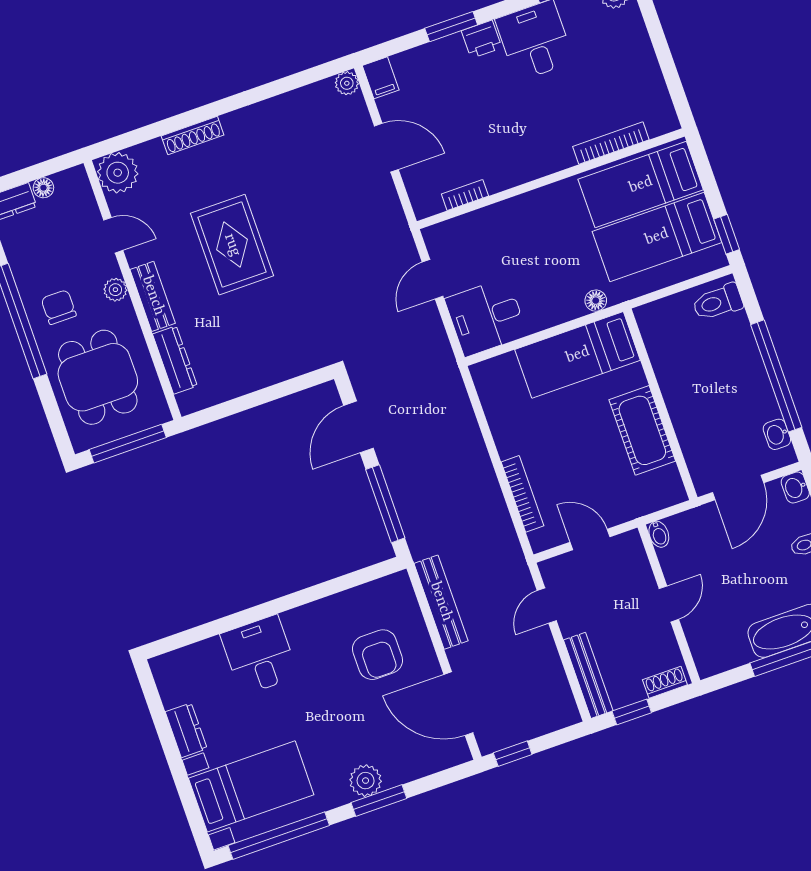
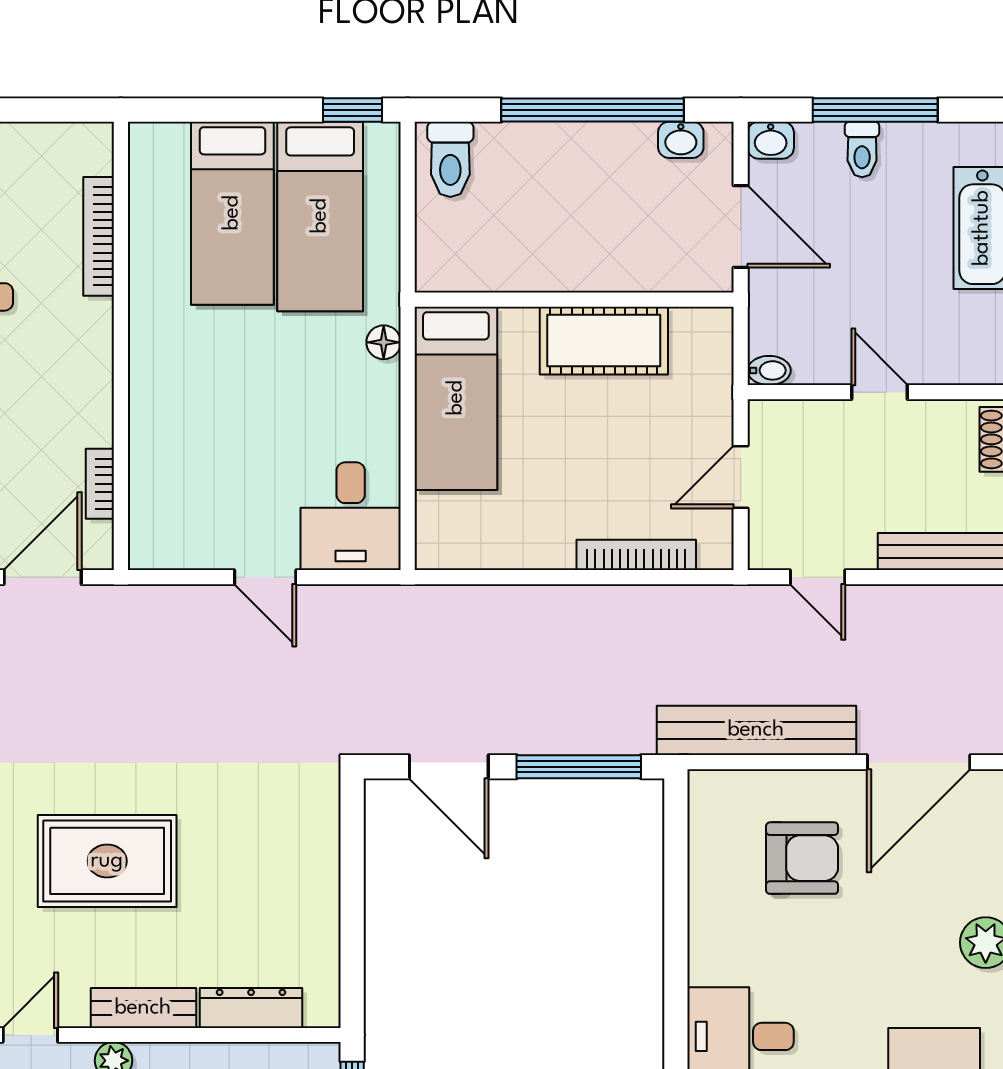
bookcase: (611, 143) -> (99, 236), moved
wall: (551, 179) -> (121, 346), moved
bookcase: (465, 195) -> (100, 484), moved
bench: (441, 602) -> (756, 730), width x1.37, depth x1.21

